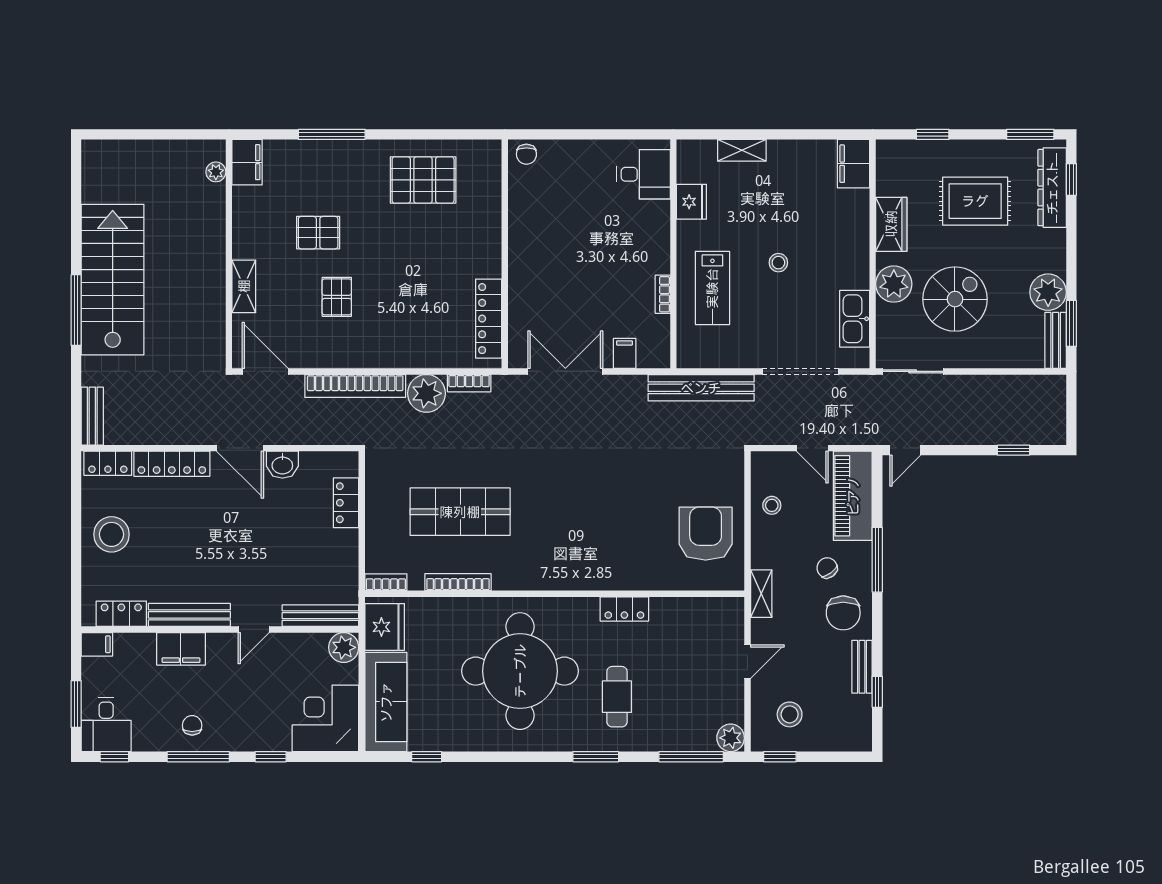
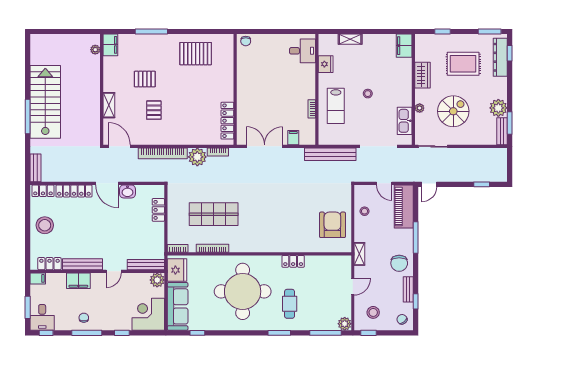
plant: (894, 284) -> (420, 108), width x0.53, depth x0.53
chair: (827, 568) -> (402, 319), moved

